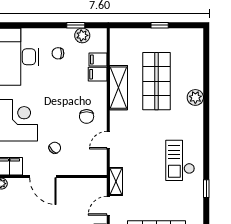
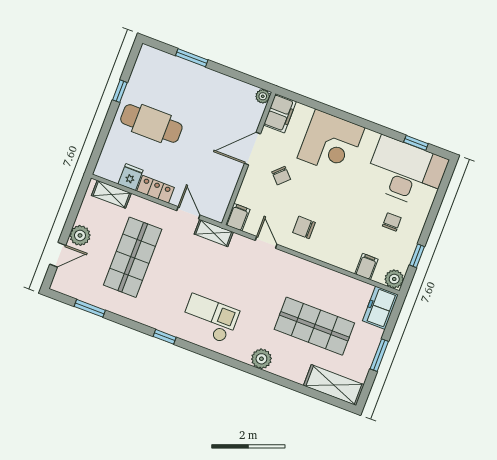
window: (160, 25) -> (379, 355), width x1.50
plant: (82, 35) -> (394, 279), moved
freezer: (124, 38) -> (380, 308), added
filing cabinet: (98, 74) -> (238, 217), moved
shelving: (119, 88) -> (334, 385), moved
plant: (195, 97) -> (261, 359), moved

